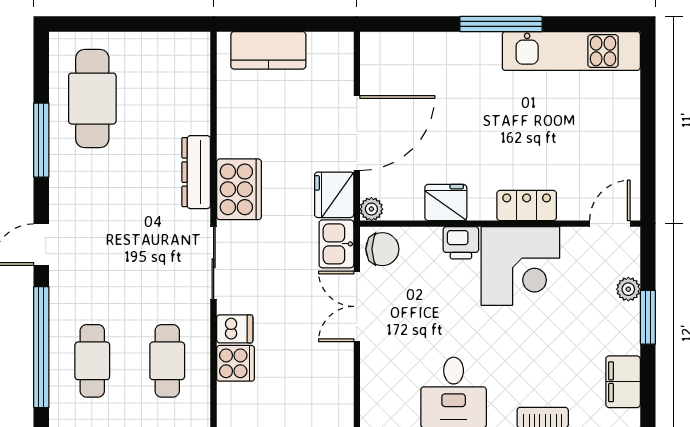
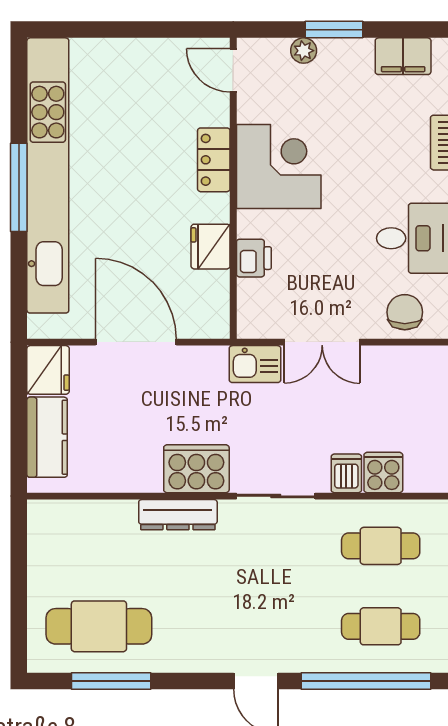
kitchen unit: (571, 51) -> (48, 175), width x1.86
window: (41, 140) -> (111, 681), moved
fridge: (334, 195) -> (48, 370), moved, turned -90
plant: (371, 209) -> (218, 327), removed
printer: (461, 243) -> (254, 258), moved
chair: (382, 249) -> (405, 312), moved

